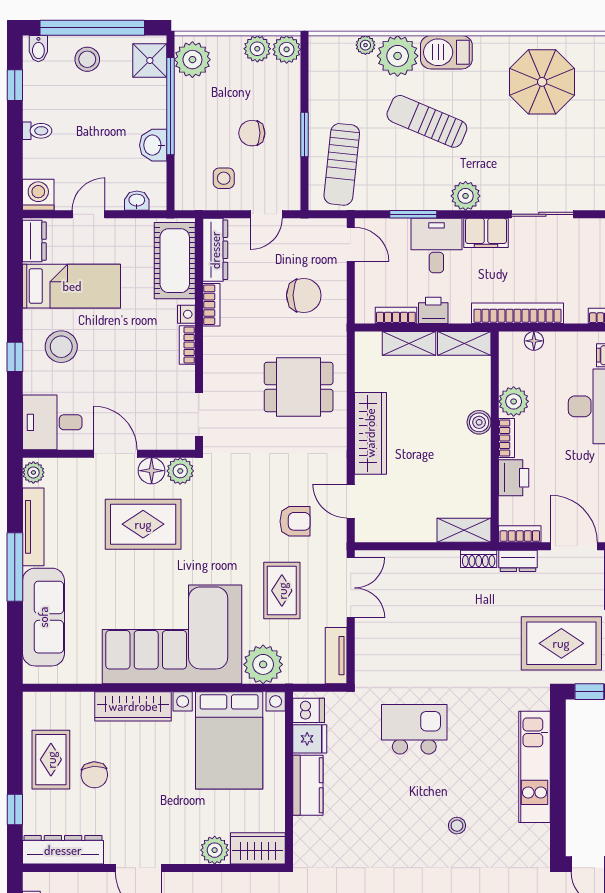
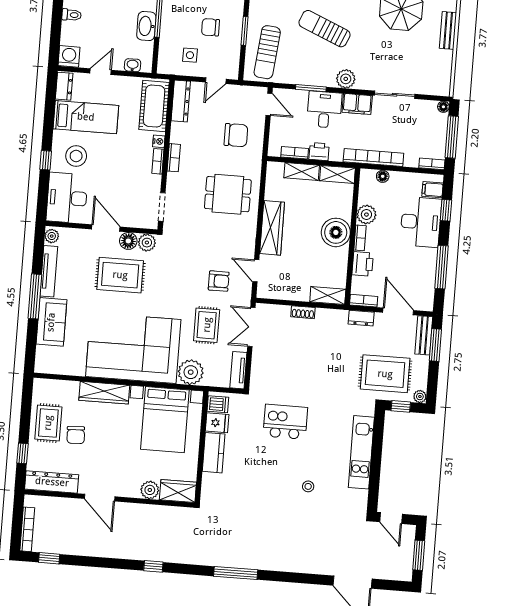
washbasin: (153, 145) -> (146, 26), width x1.38
bookcase: (211, 305) -> (174, 158), moved
desk: (52, 422) -> (67, 198), width x1.37
boiler: (479, 422) -> (336, 232), width x1.86, depth x1.86
shoe rack: (479, 559) -> (303, 312), moved
double door: (351, 588) -> (251, 327), swing flipped
sofa: (43, 617) -> (51, 322), width x0.73

